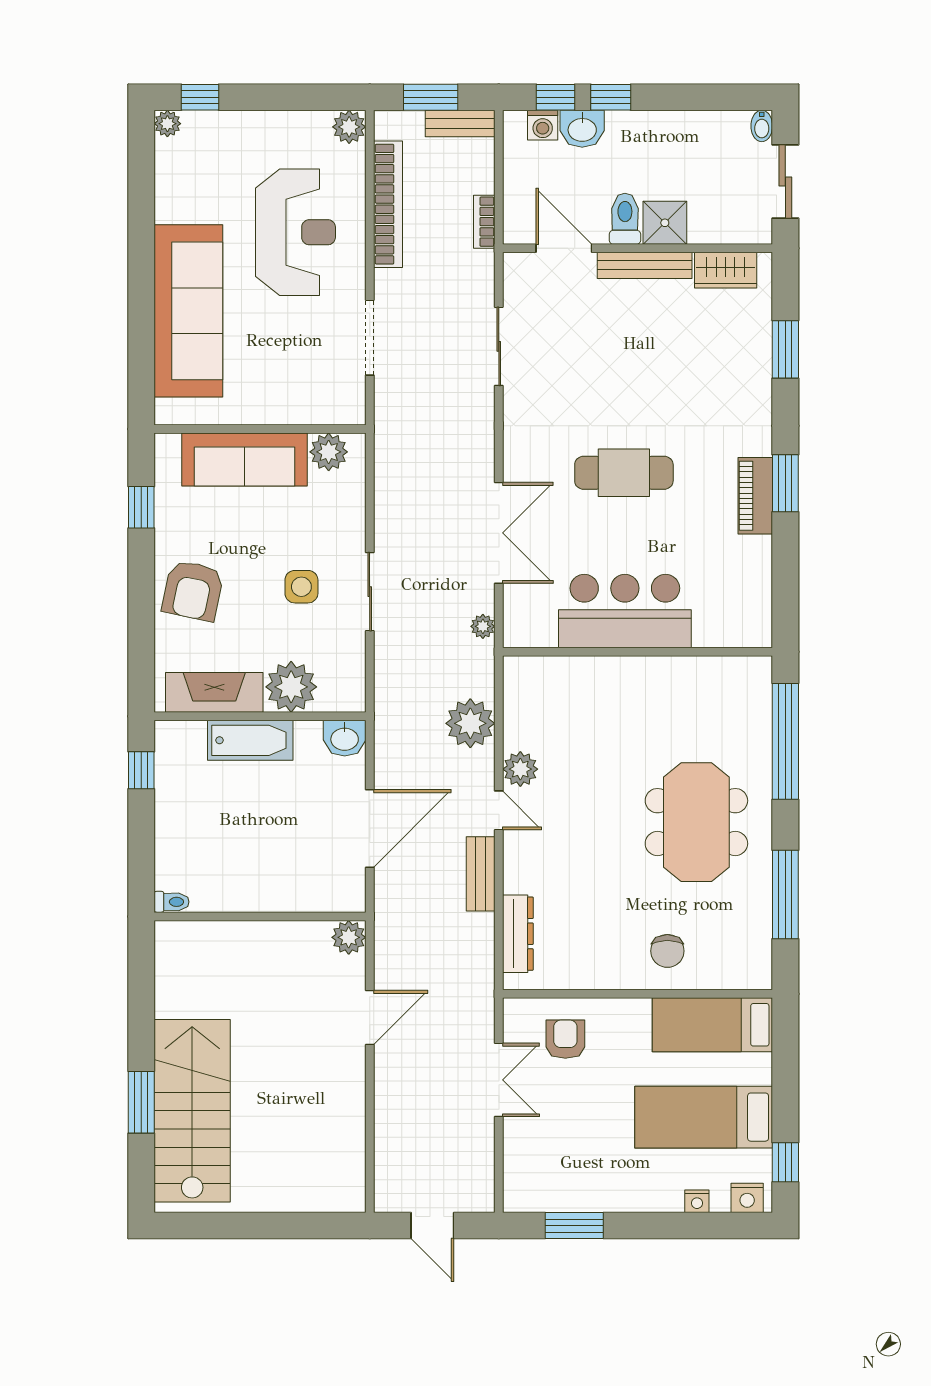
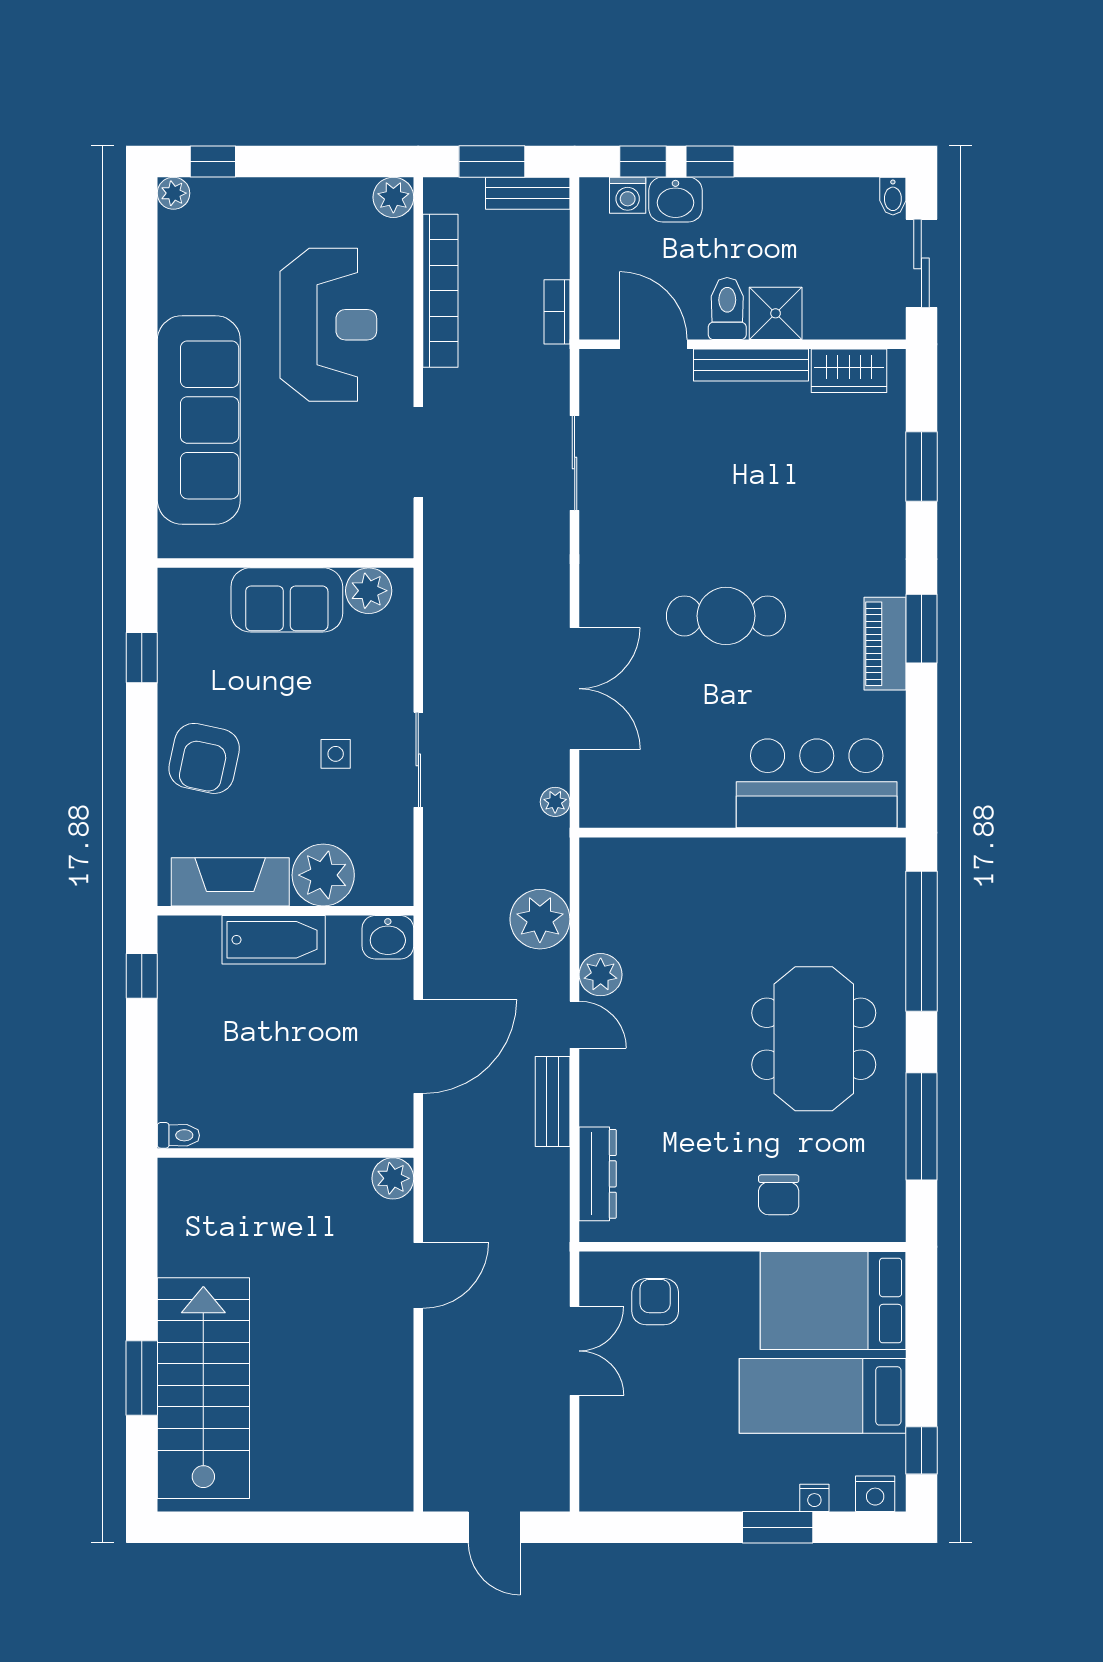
sofa: (244, 460) -> (287, 600), width x0.73
side table: (301, 587) -> (336, 754), width x0.73, depth x0.73
bar counter: (625, 611) -> (817, 783), moved
bed: (712, 1025) -> (833, 1301), width x1.50
window: (574, 1226) -> (778, 1527), moved

